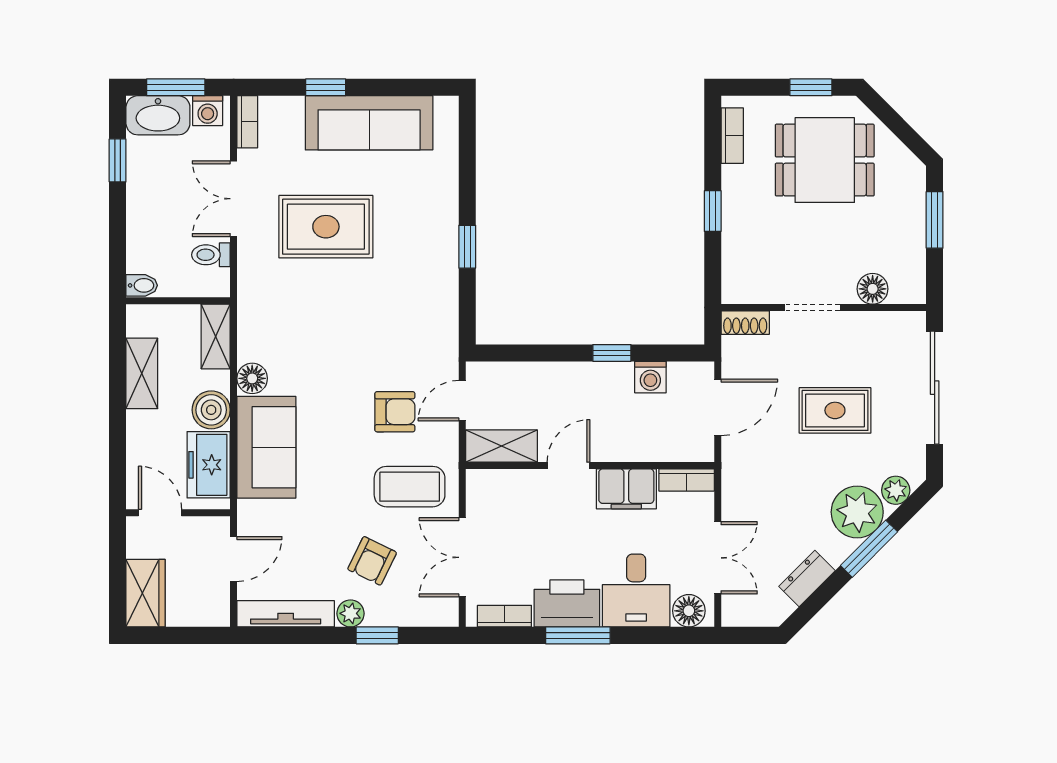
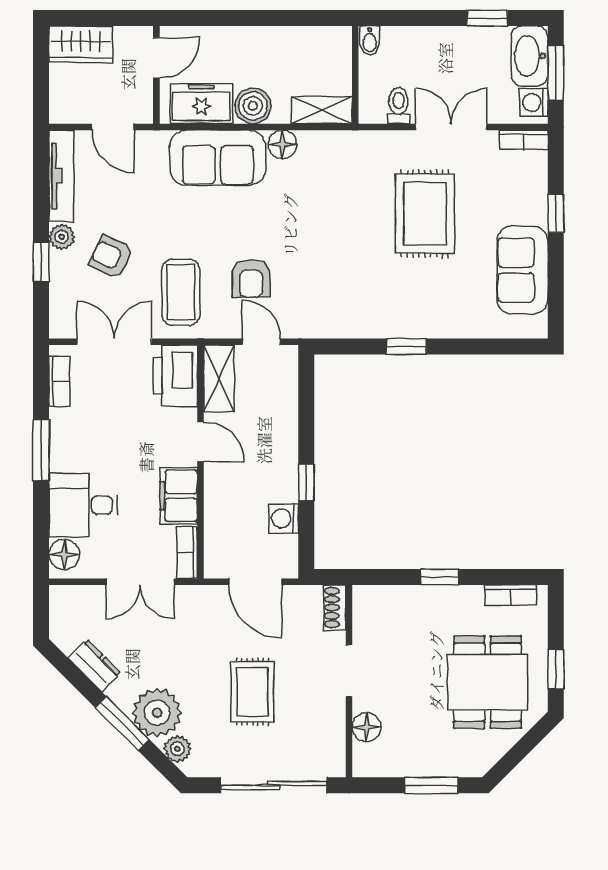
sofa: (369, 123) -> (522, 270), width x0.73
shelving: (142, 373) -> (287, 41), removed
double door: (718, 558) -> (140, 582), moved
printer: (567, 603) -> (175, 376), moved, turned 180

